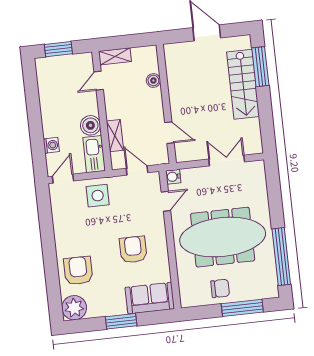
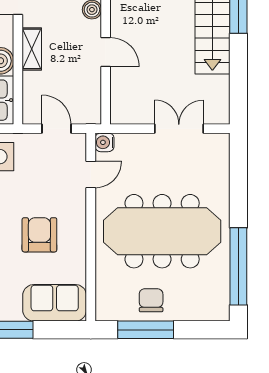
door: (169, 133) -> (106, 52), moved
shelving: (115, 136) -> (32, 49), moved
chair: (220, 288) -> (151, 300), turned -90
window: (242, 308) -> (146, 330), moved

